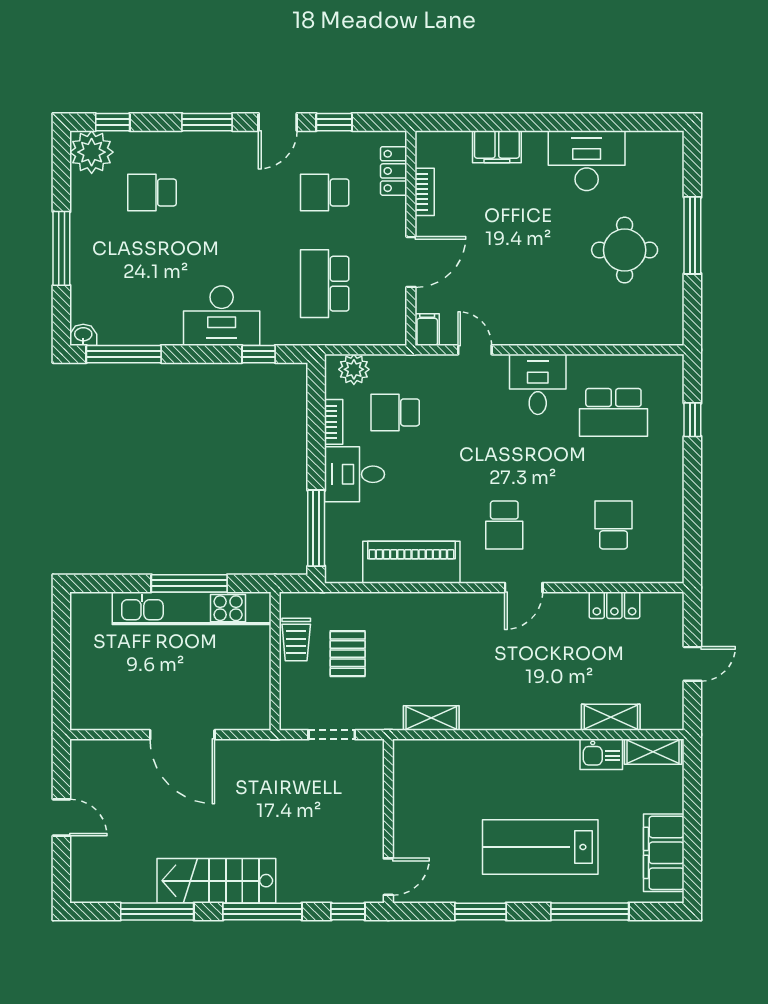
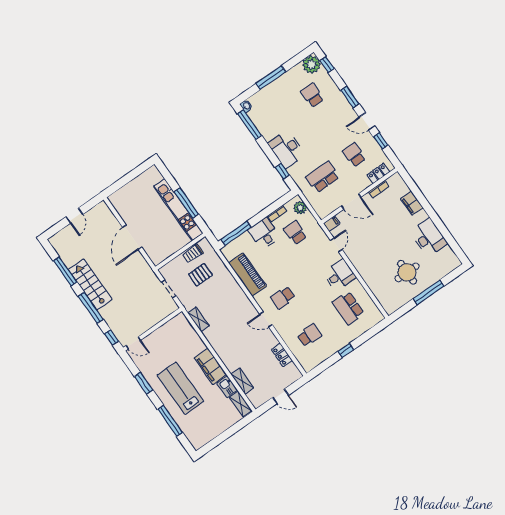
window: (692, 420) -> (346, 350), moved
filing cabinet: (664, 853) -> (210, 366), moved, turned -90

